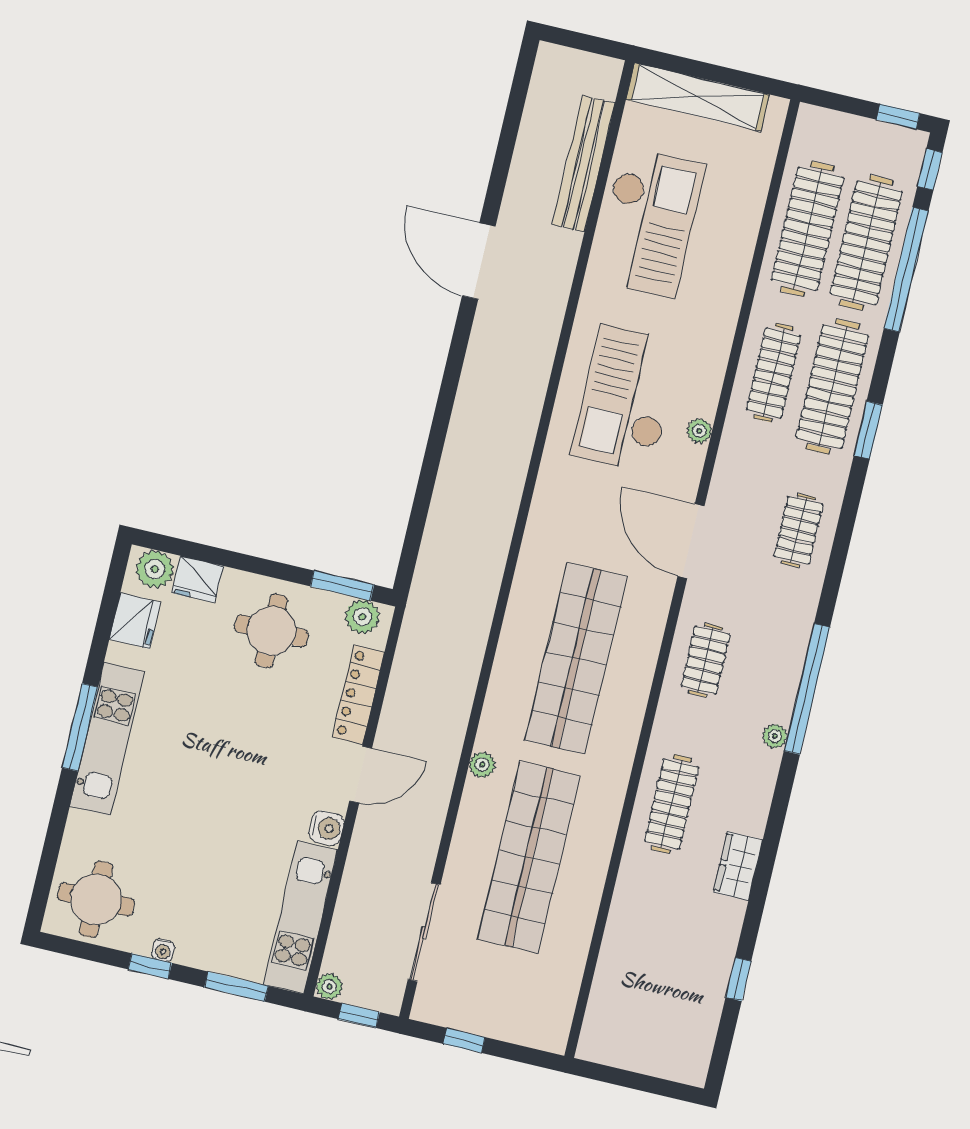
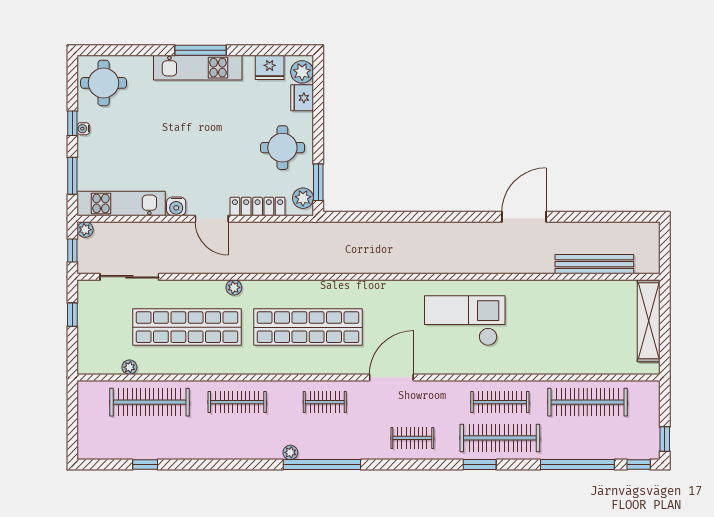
checkout: (649, 222) -> (570, 310), removed
clothes rail: (866, 243) -> (150, 402), moved
plant: (699, 431) -> (129, 367), moved
wardrobe: (738, 866) -> (210, 449), removed

